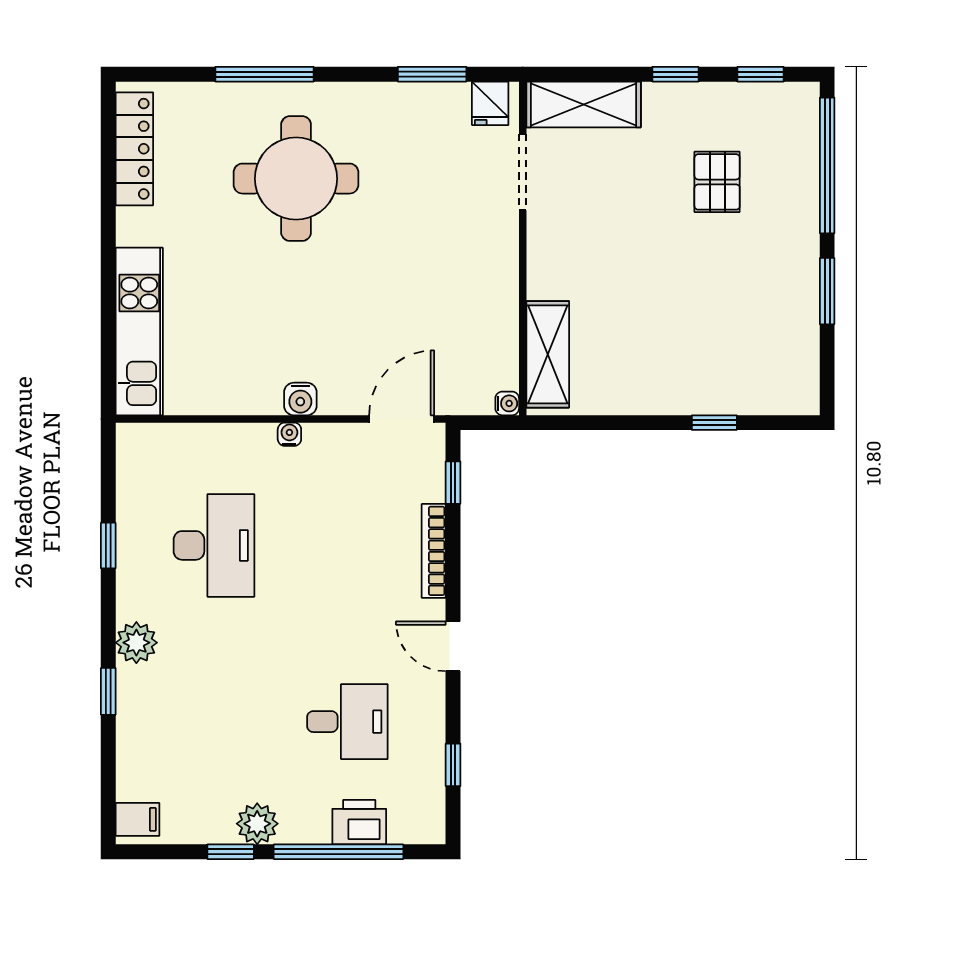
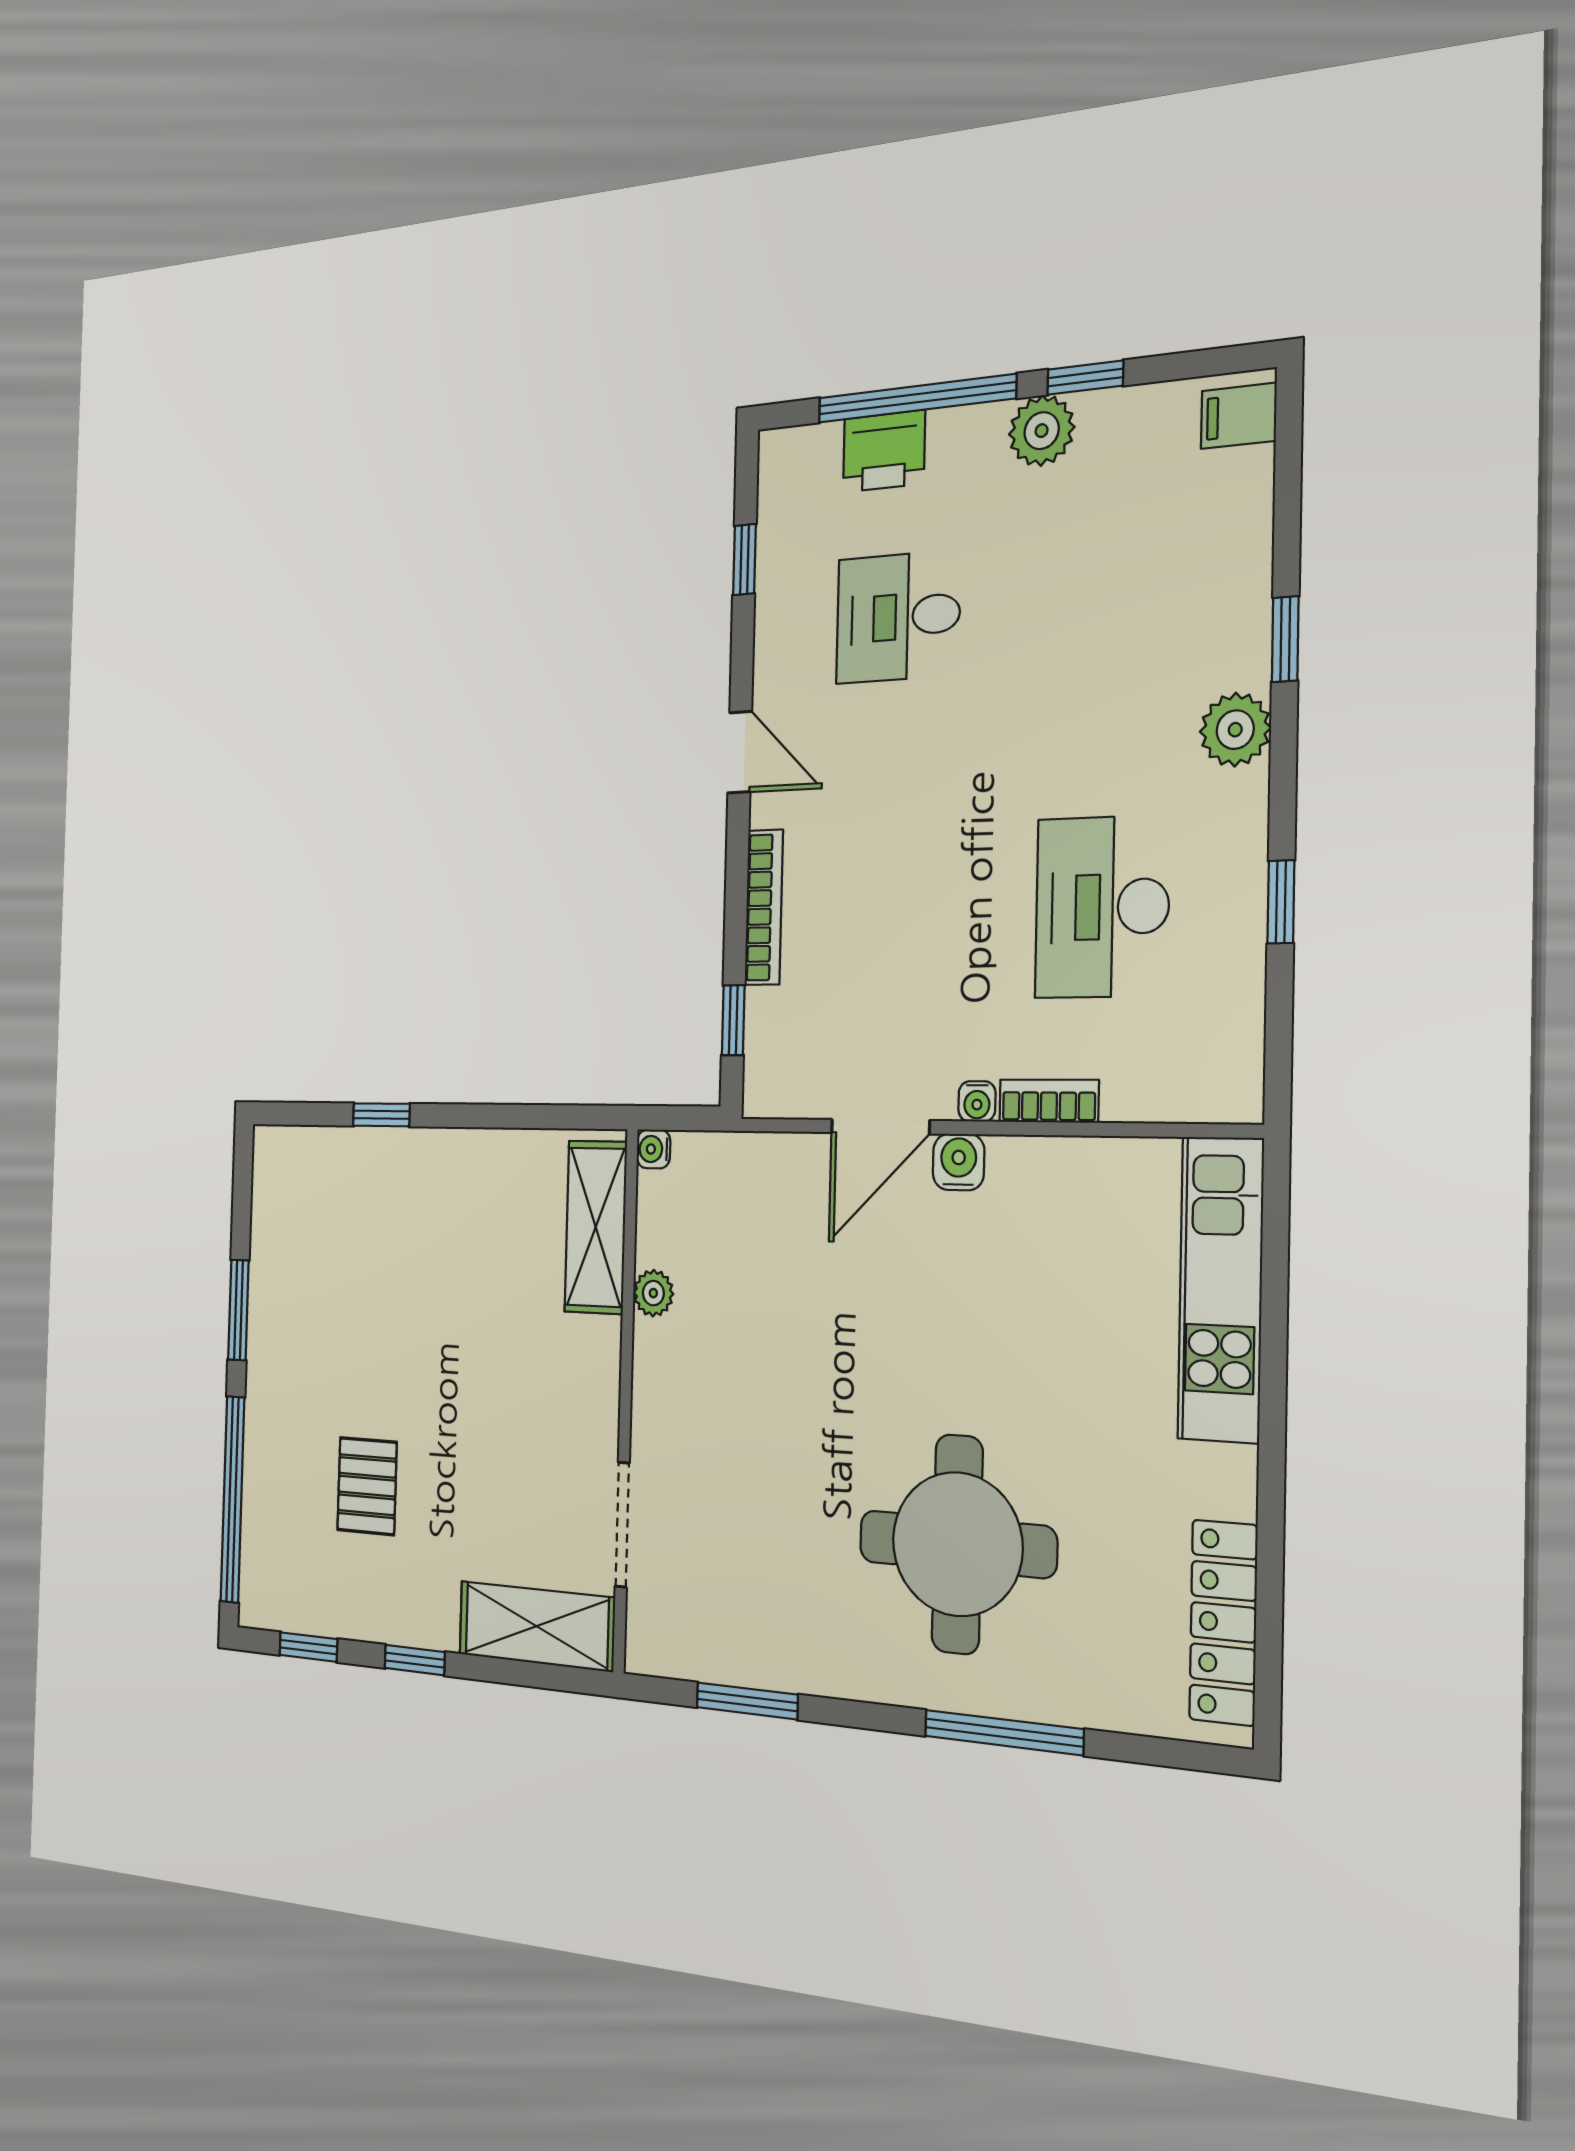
fridge: (490, 103) -> (665, 1643), removed
plant: (505, 315) -> (653, 1293), added
door: (402, 419) -> (880, 1127), moved
bookcase: (244, 435) -> (1049, 1101), added

